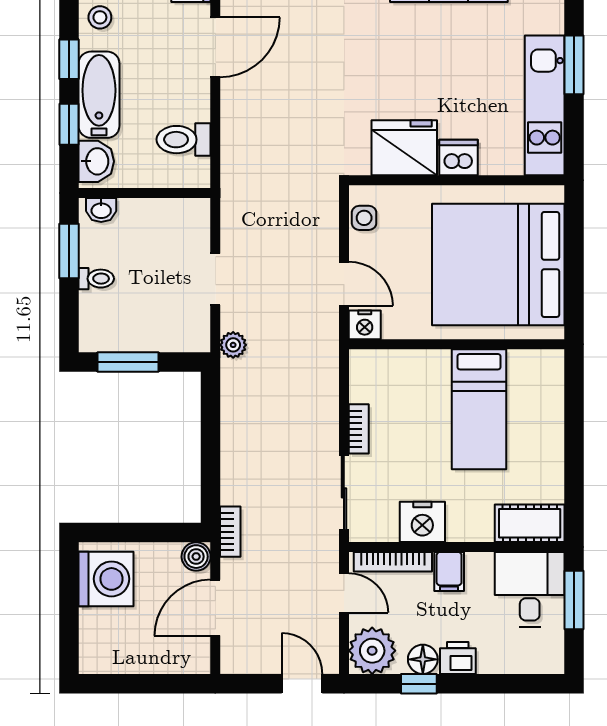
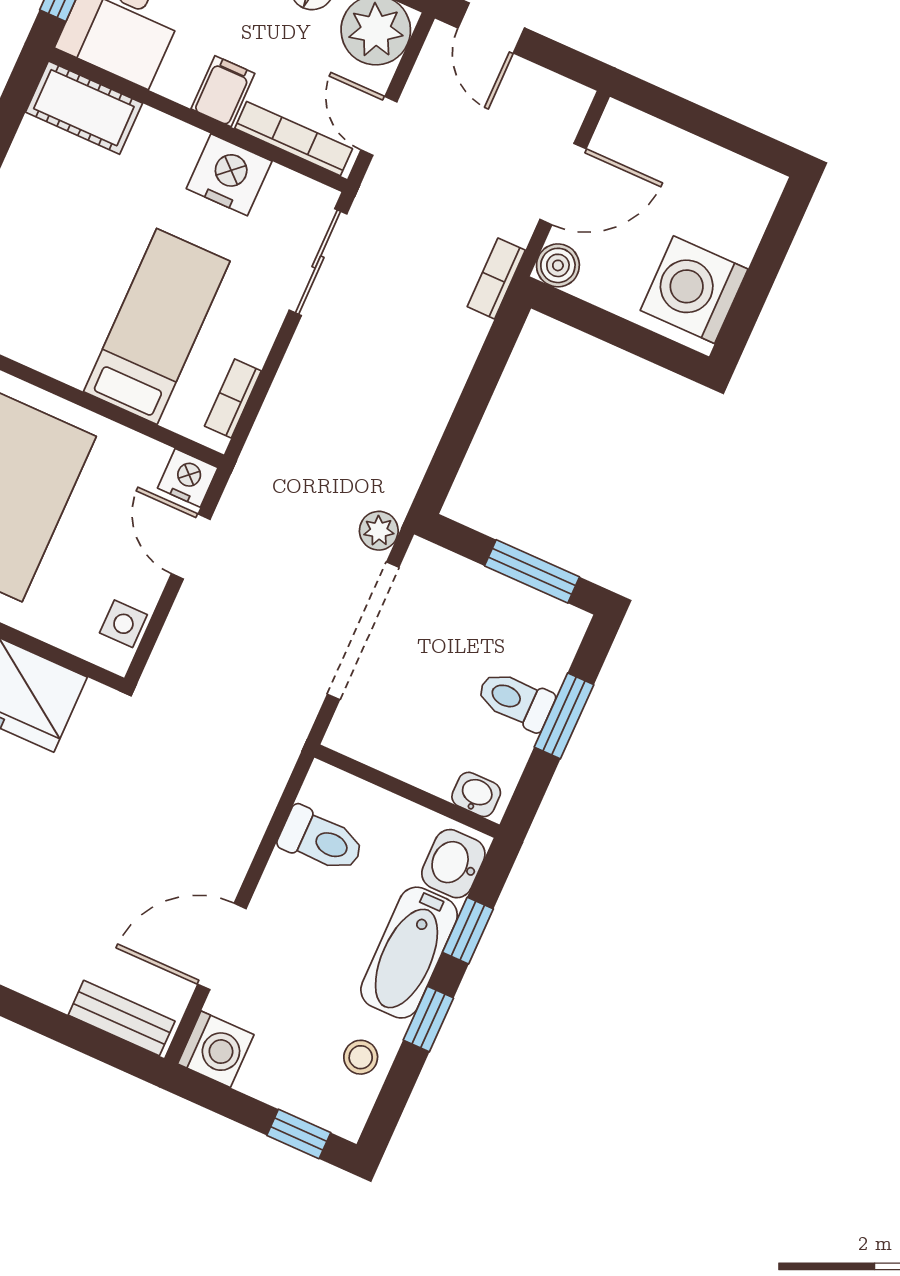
window: (69, 251) -> (564, 716), moved
toilet: (96, 279) -> (515, 700), width x1.37, depth x1.39
doorway: (215, 279) -> (363, 631), width x1.88
bed: (479, 409) -> (157, 326), moved
bookcase: (359, 429) -> (233, 399), moved

